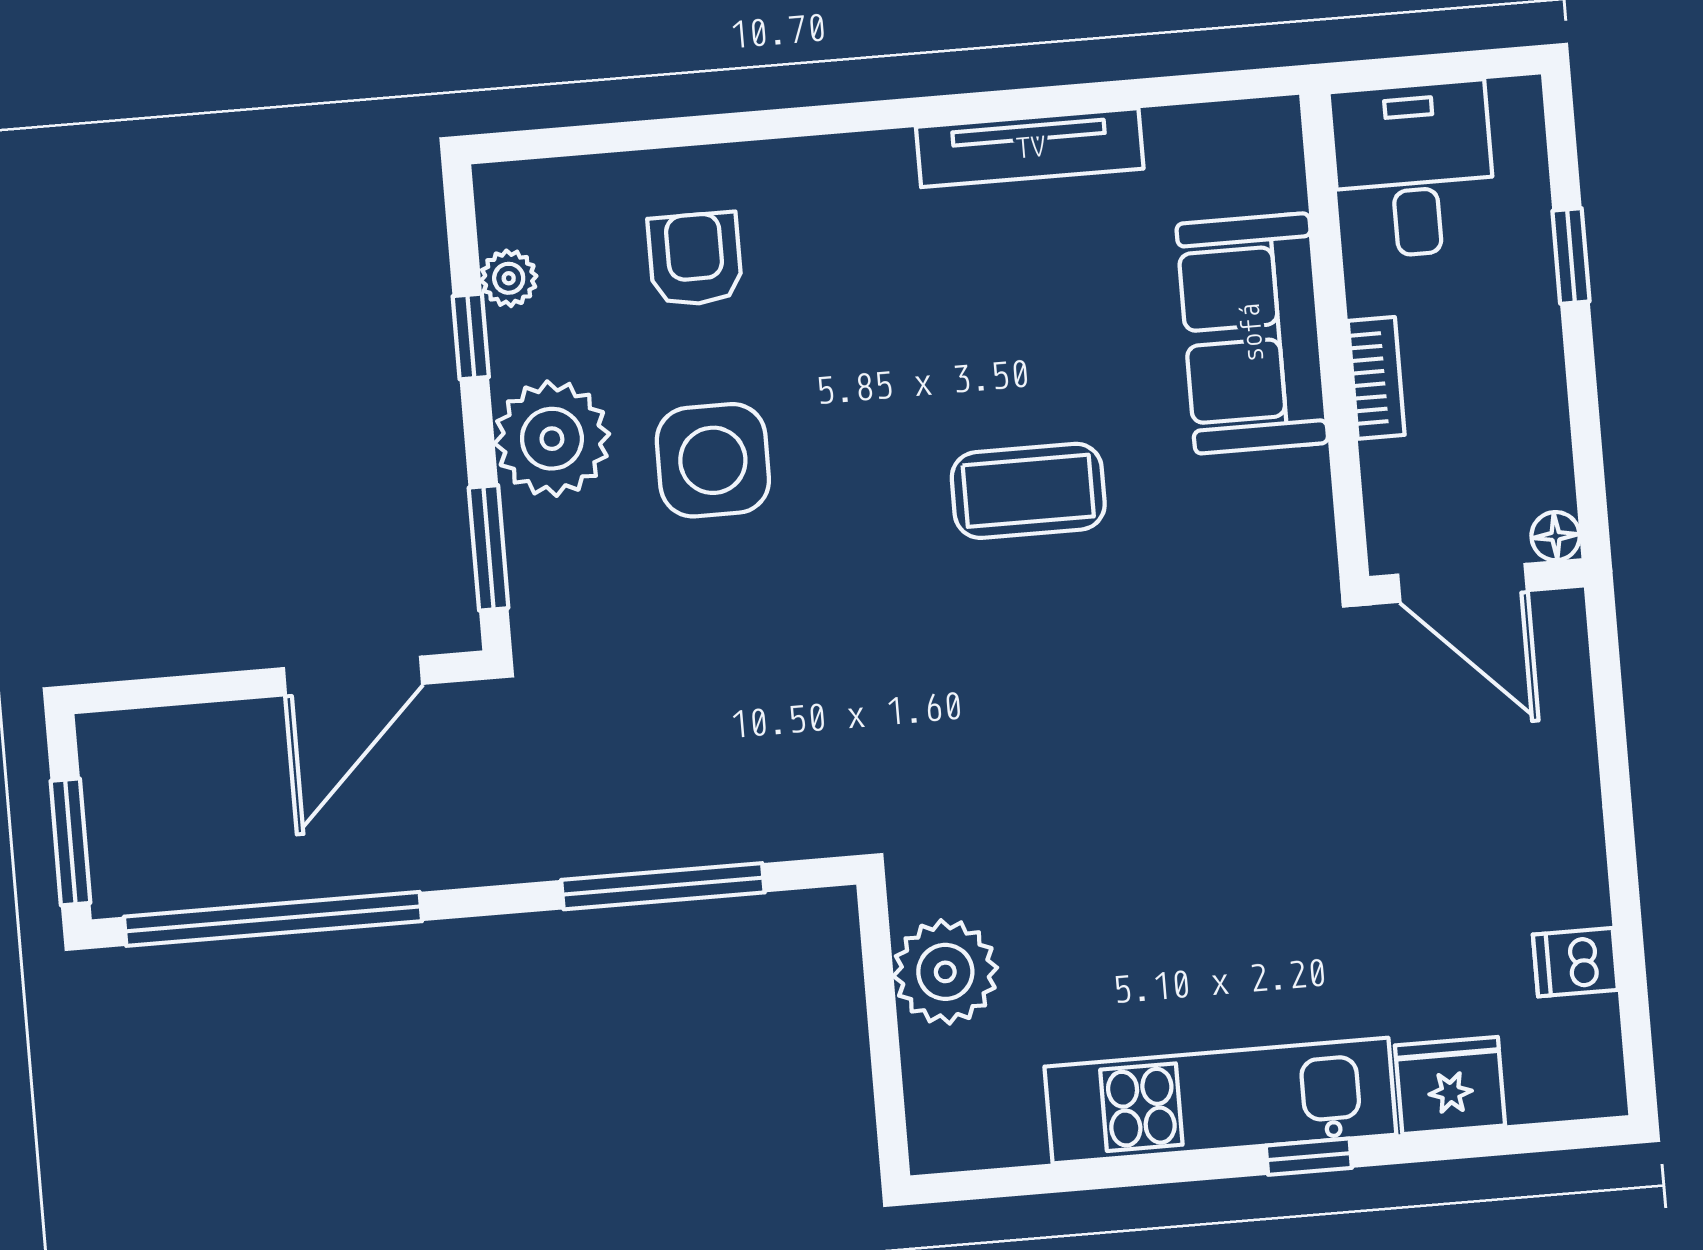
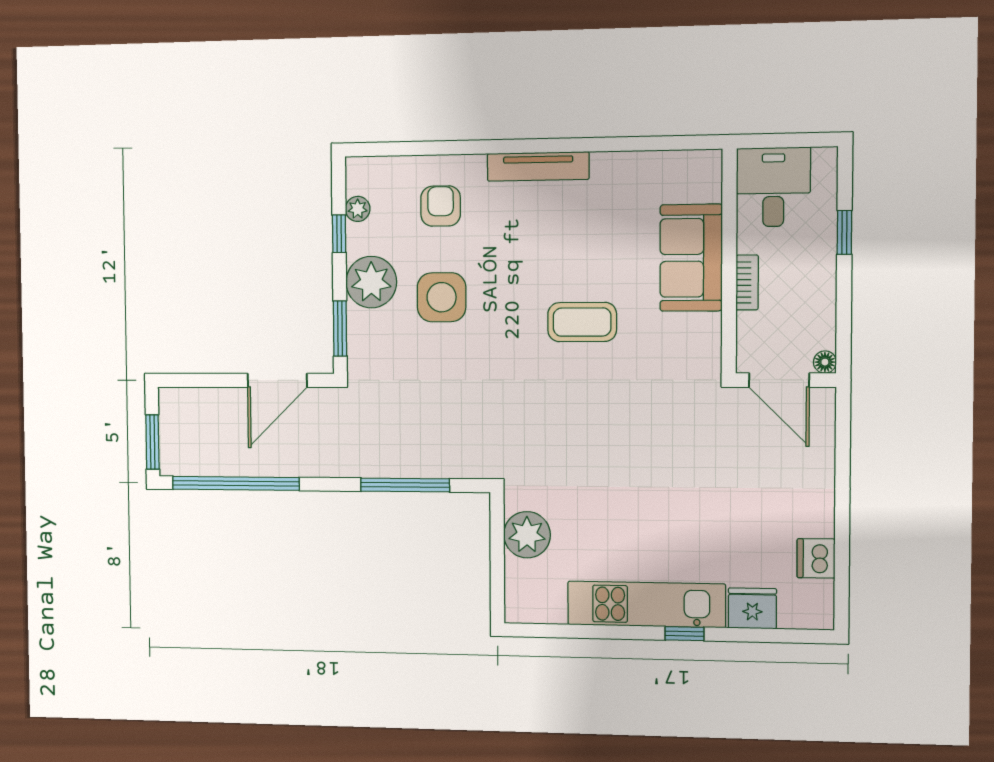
tv unit: (1030, 148) -> (538, 166), moved
dishwasher: (1575, 962) -> (816, 558), width x1.38

